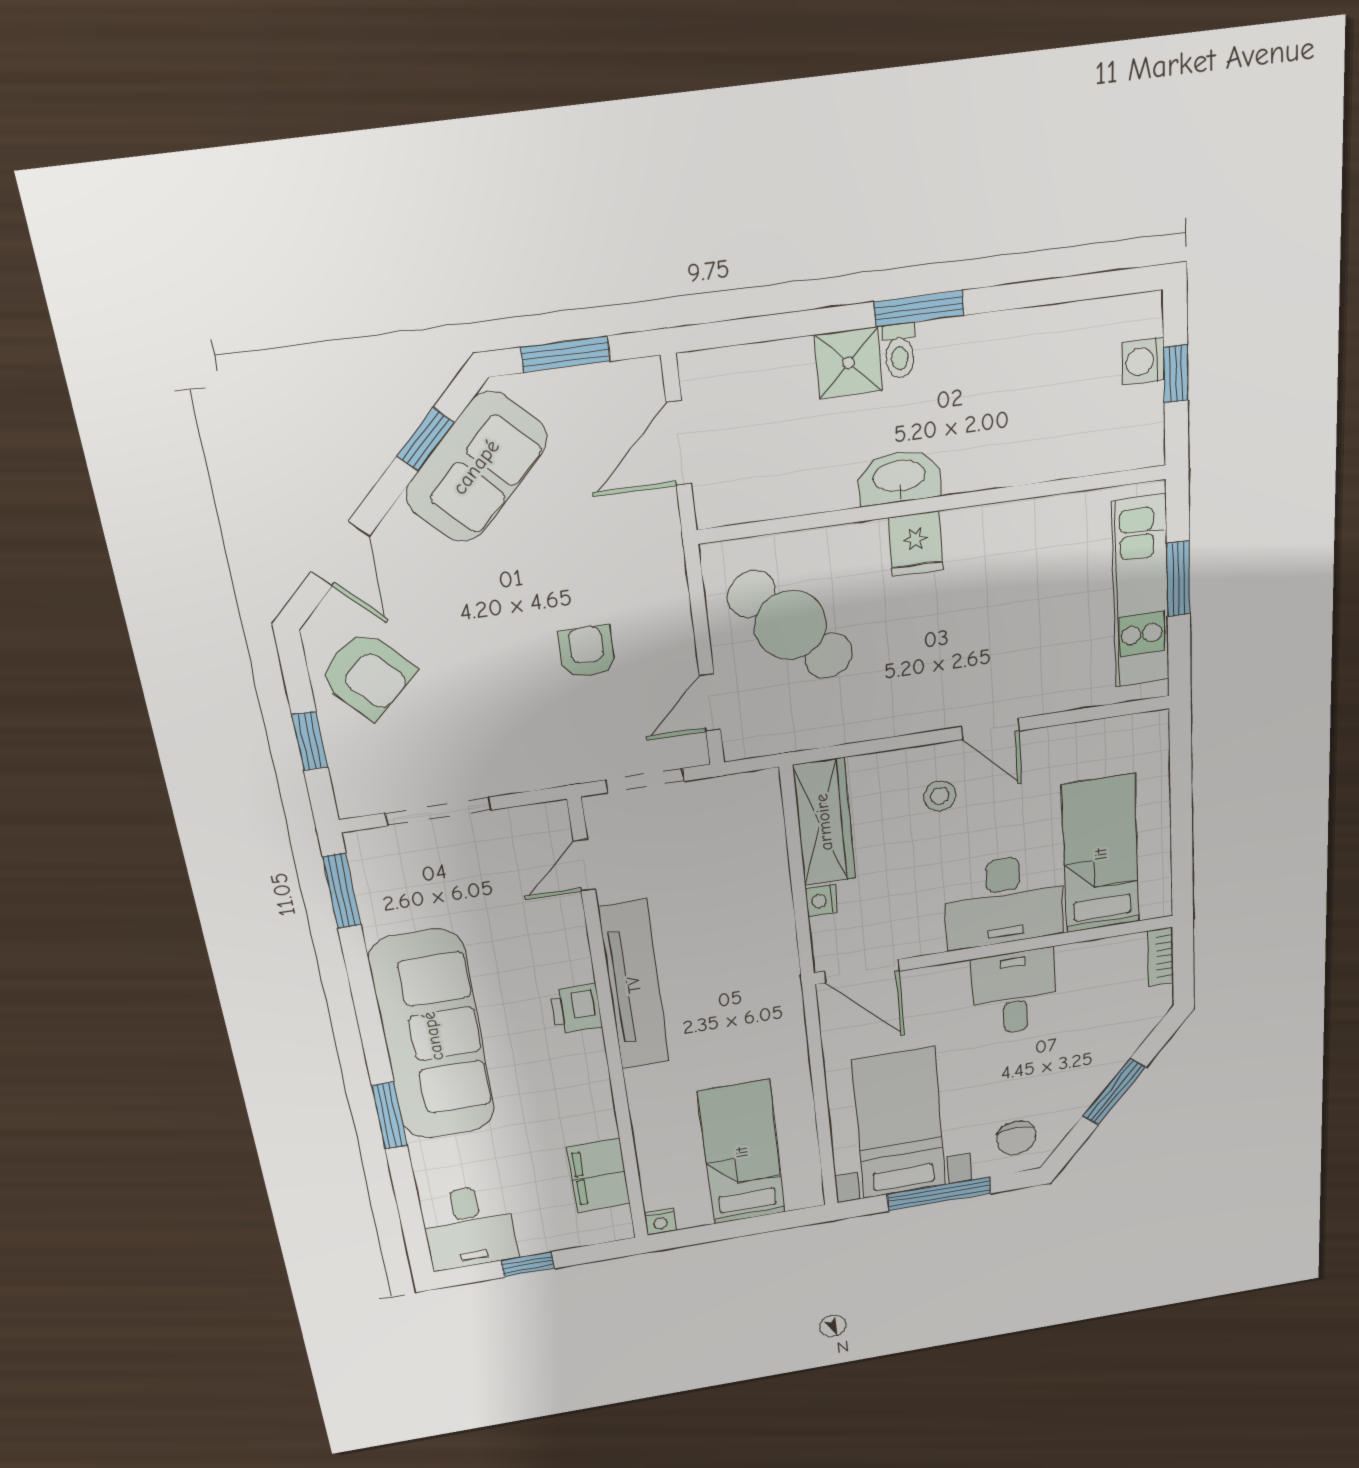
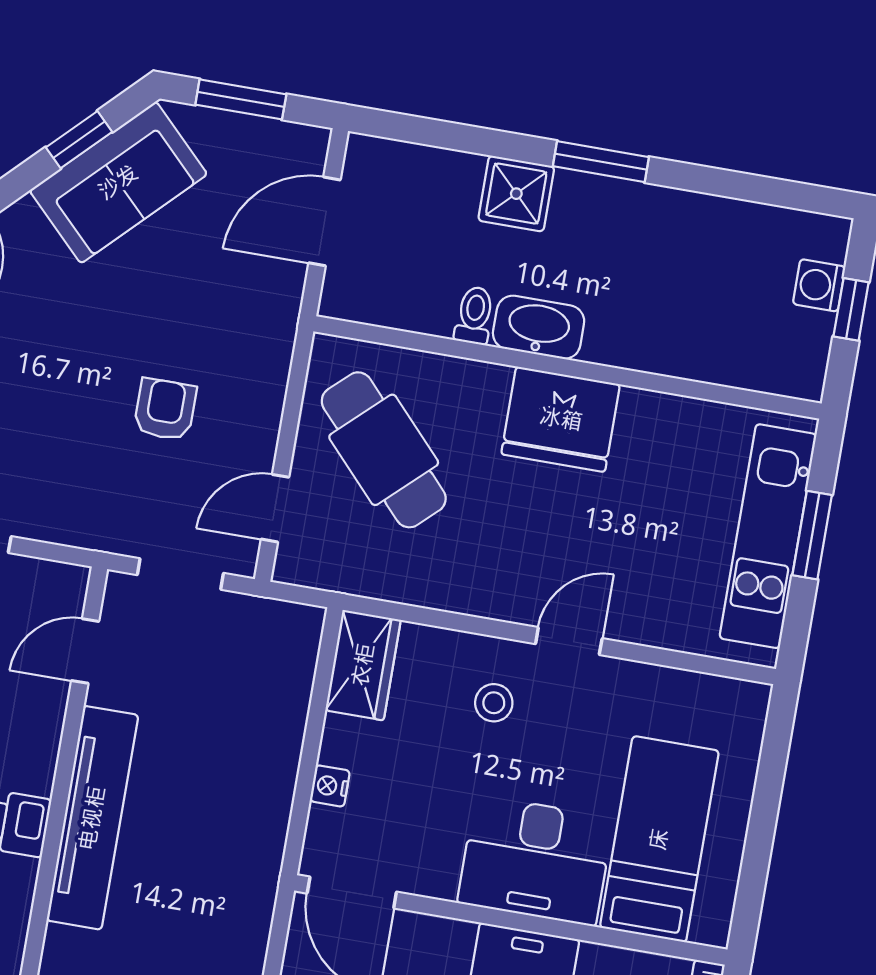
toilet: (899, 351) -> (474, 315), moved, turned 180
fridge: (916, 544) -> (561, 419), width x1.88, depth x1.34
door: (991, 729) -> (569, 641), swing flipped
wardrobe: (824, 822) -> (363, 665), width x0.67

